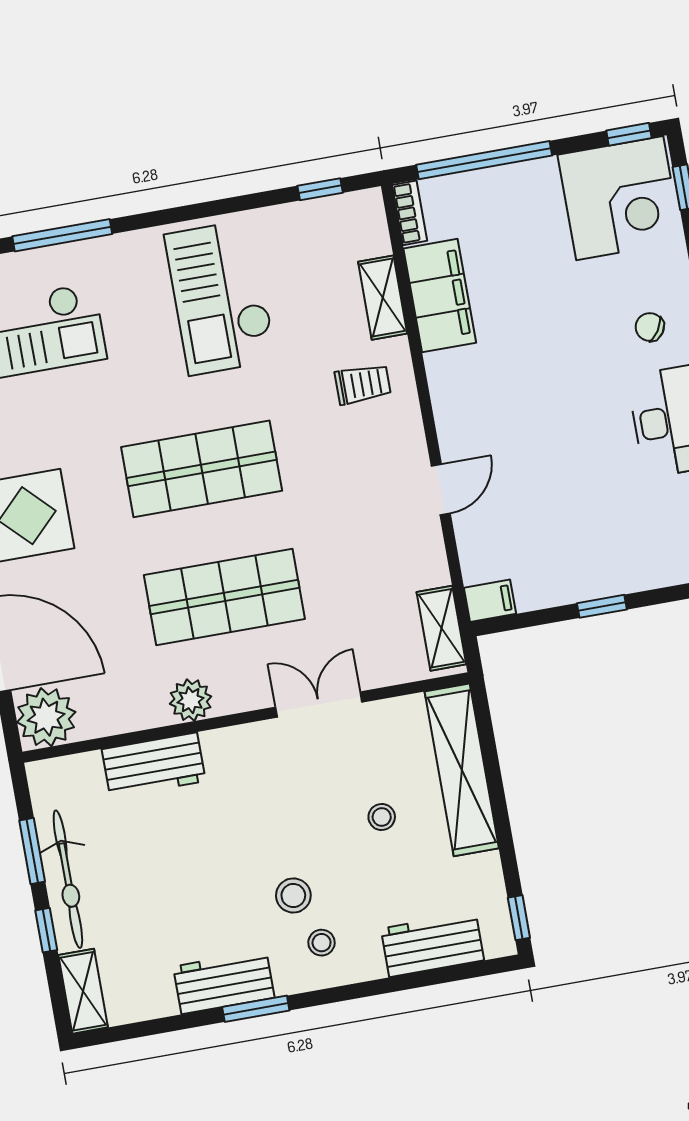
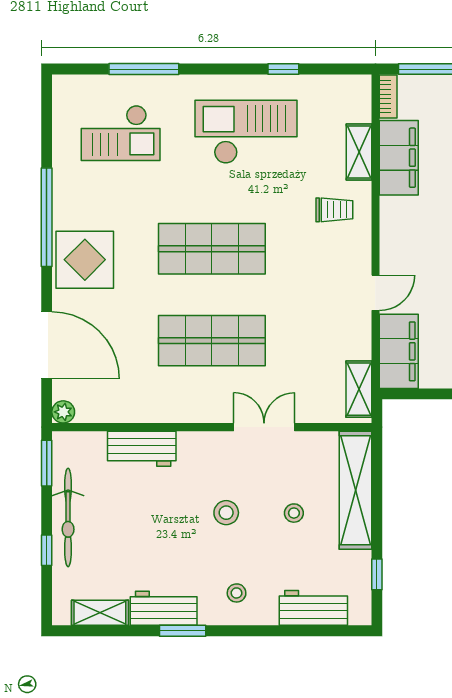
window: (320, 189) -> (283, 69), moved
checkout: (220, 297) -> (246, 132), turned 90
filing cabinet: (490, 601) -> (399, 351), width x3.00, depth x1.17
plant: (191, 700) -> (176, 408), removed
plant: (46, 717) -> (63, 412), width x0.53, depth x0.53
window: (32, 851) -> (47, 463), moved
stool: (293, 895) -> (226, 513), moved
window: (519, 918) -> (377, 574), moved
shelving: (83, 991) -> (100, 613), moved, turned 90

